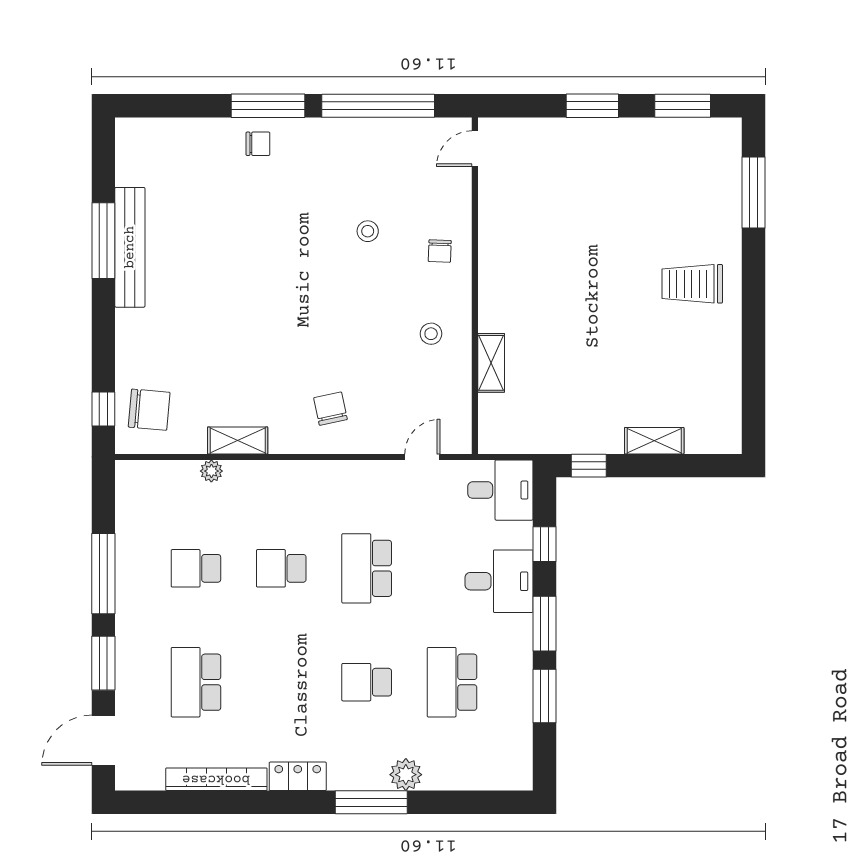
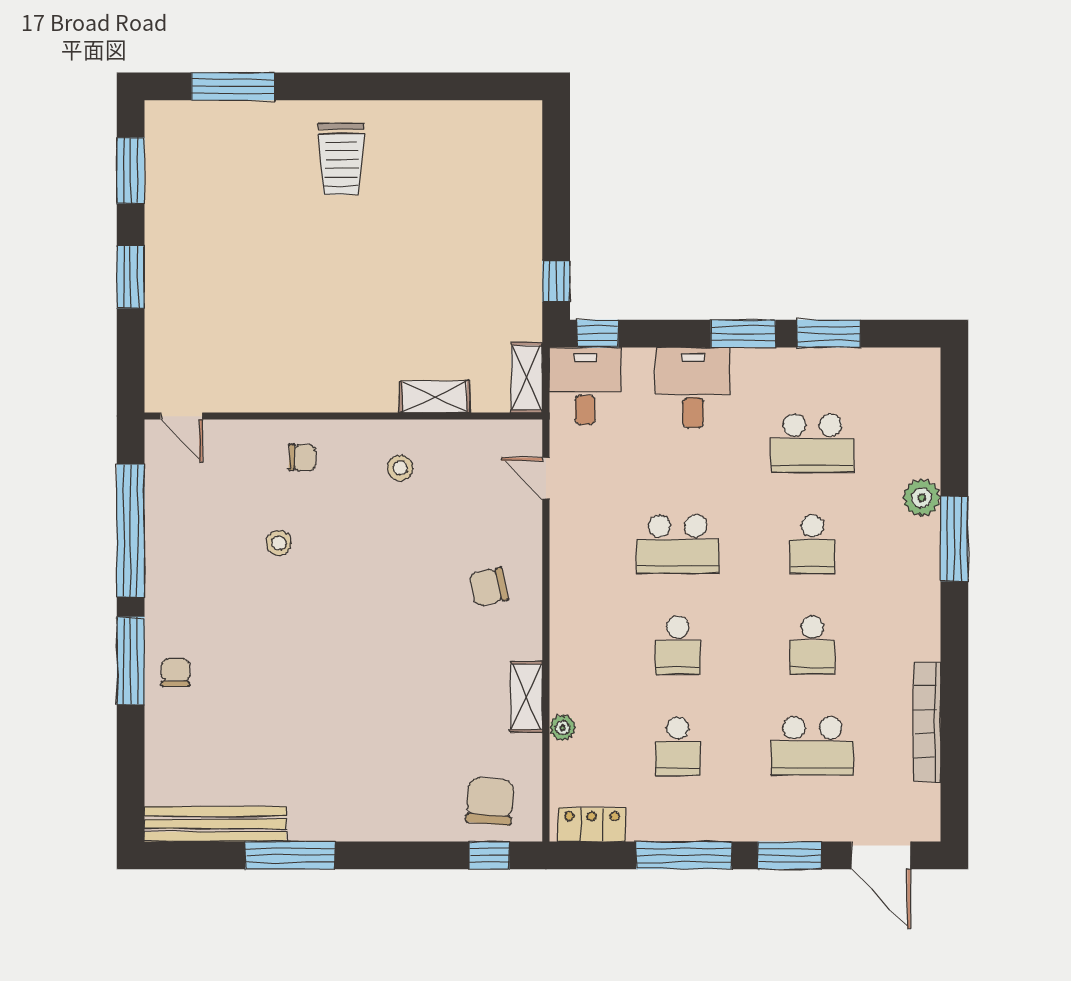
bench: (130, 247) -> (215, 824), moved
shelving: (654, 441) -> (527, 378), moved
window: (545, 544) -> (598, 334), moved
school desk: (281, 682) -> (812, 645), added
locker: (298, 776) -> (592, 825), moved, turned 90

